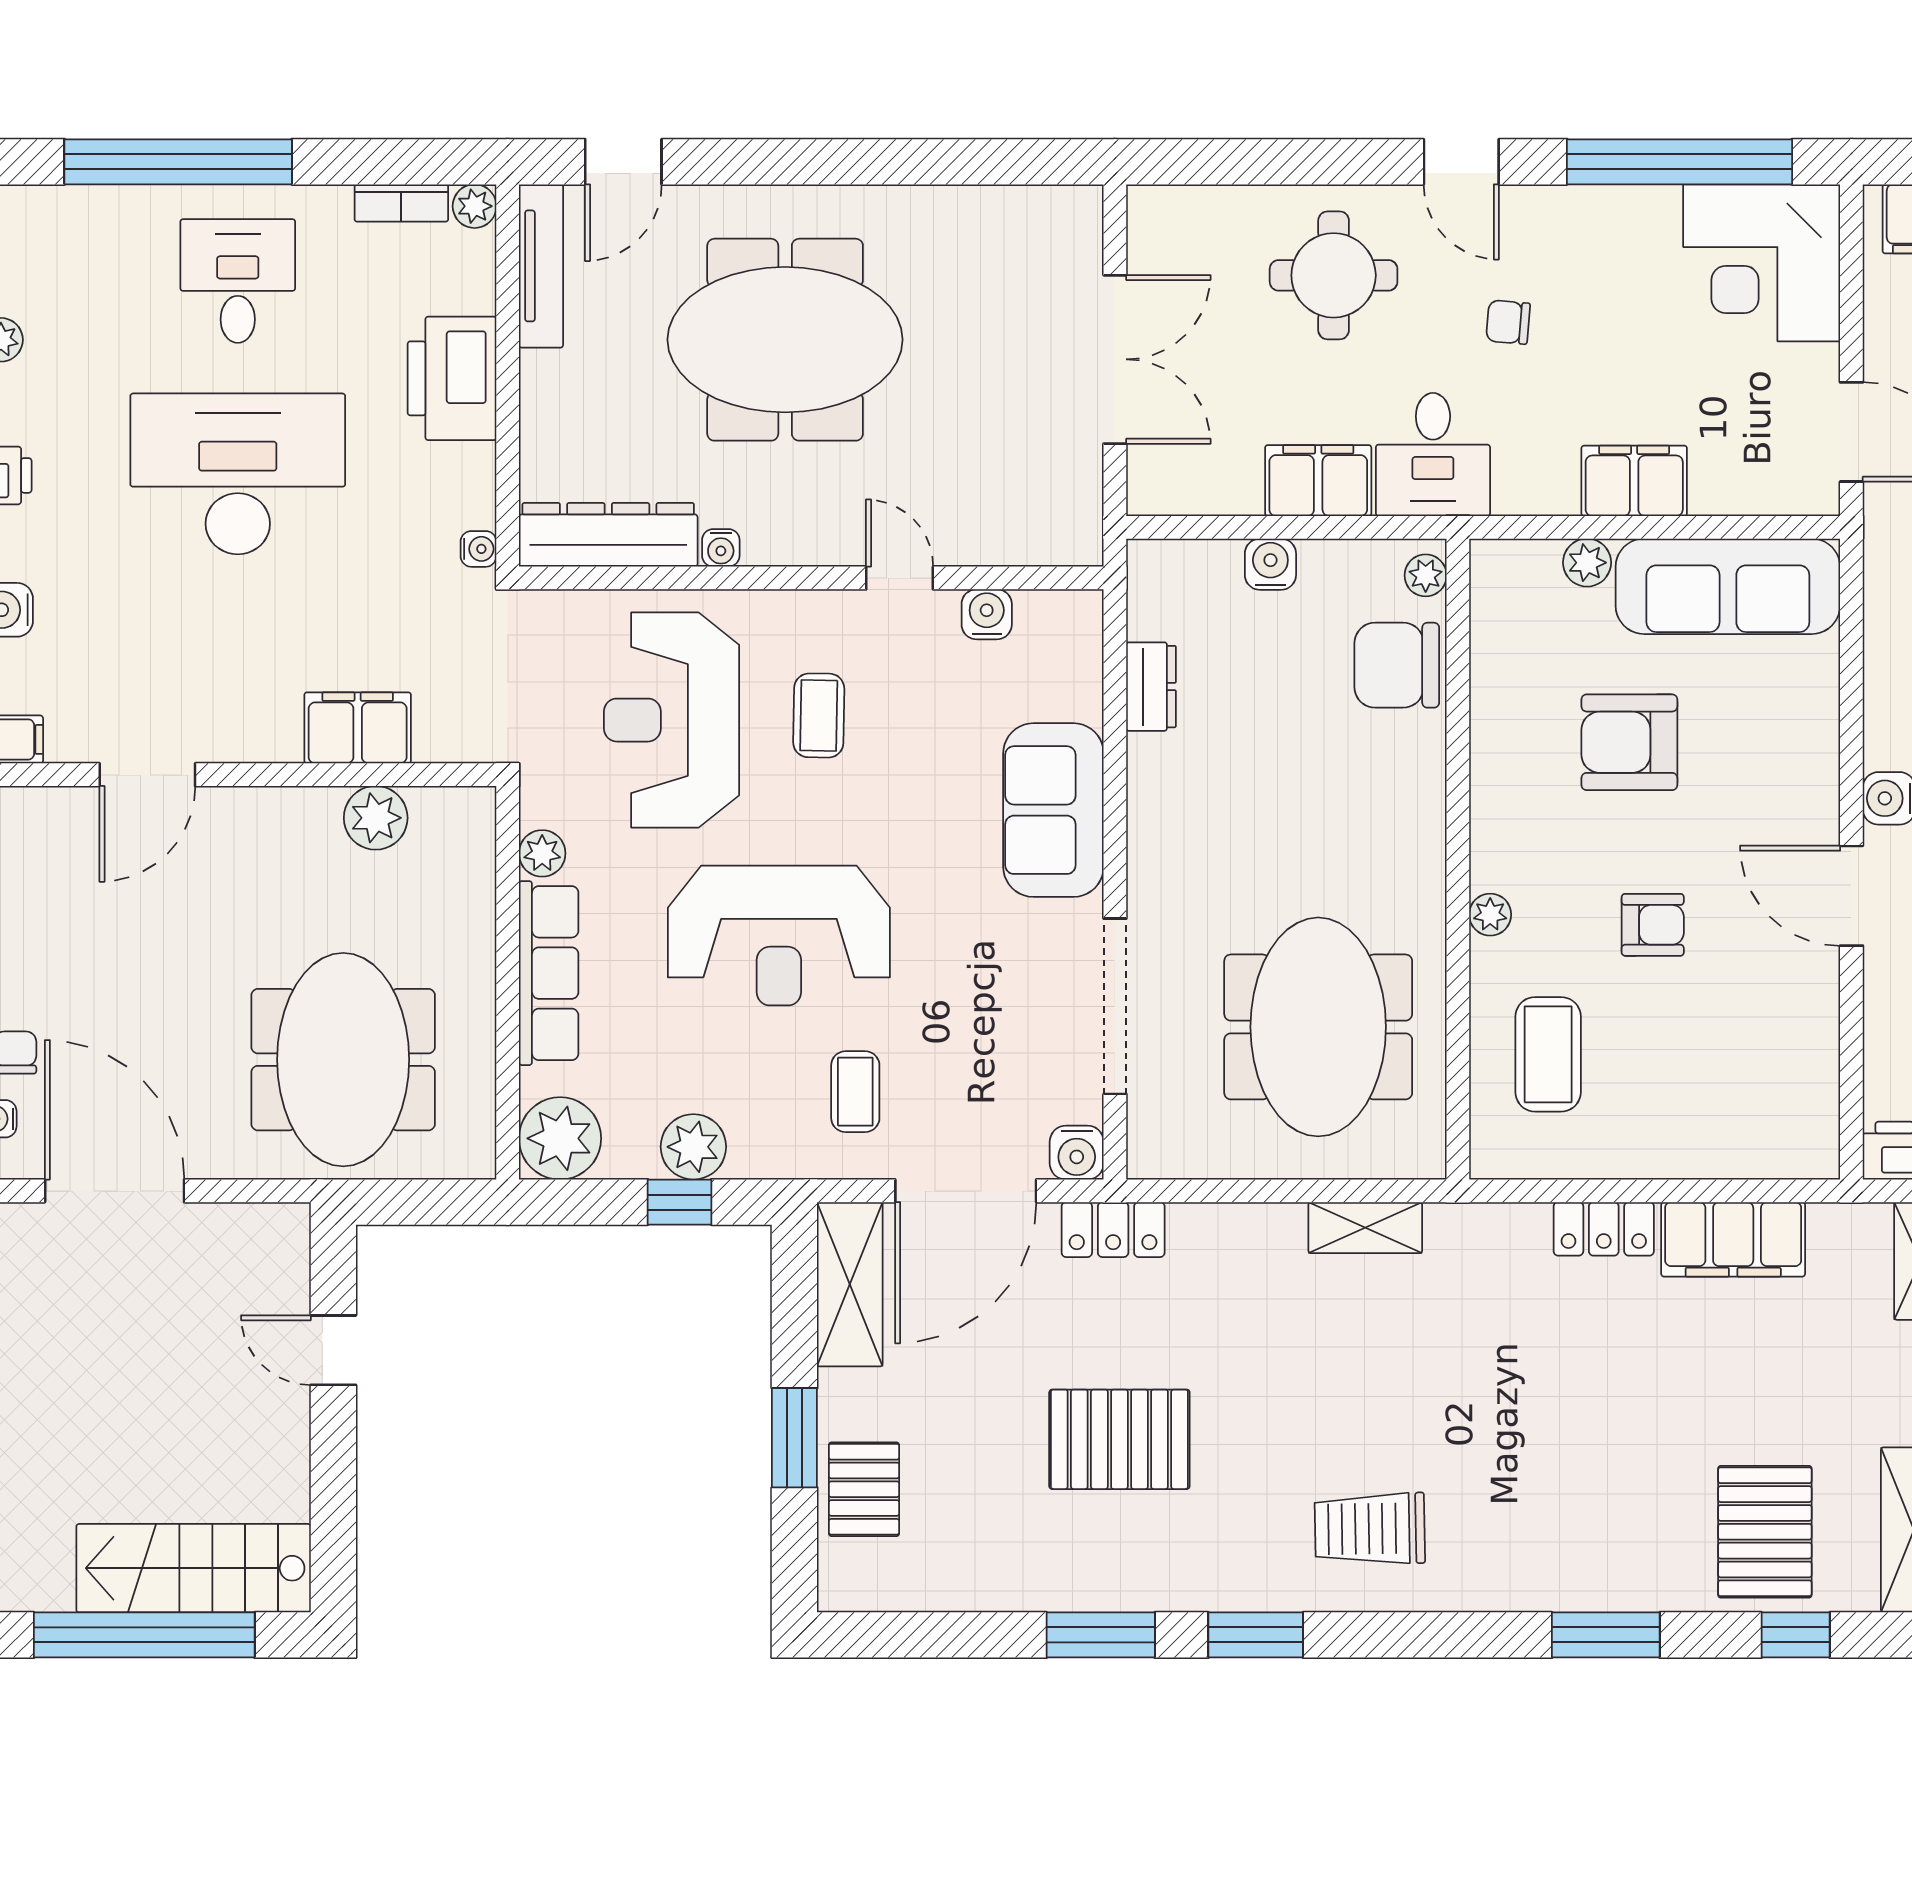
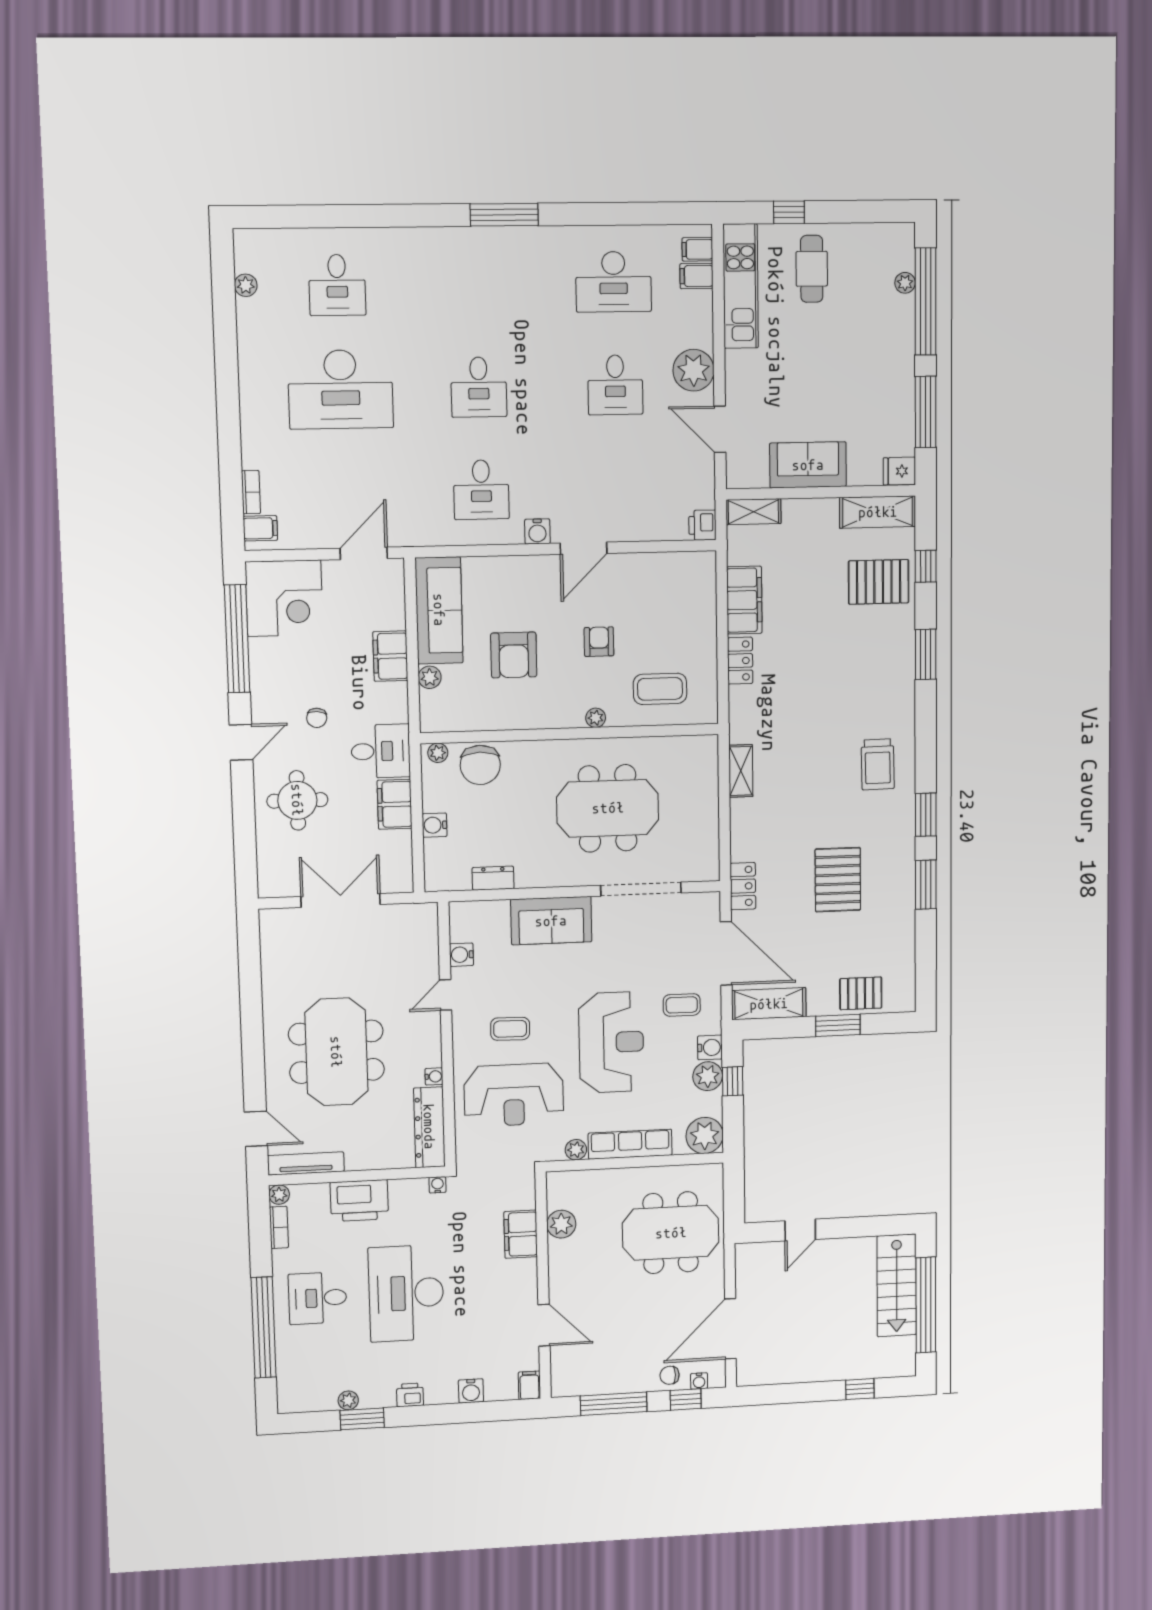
meeting table: (1318, 1027) -> (608, 808), moved
water cooler: (1077, 1153) -> (710, 1047), moved

